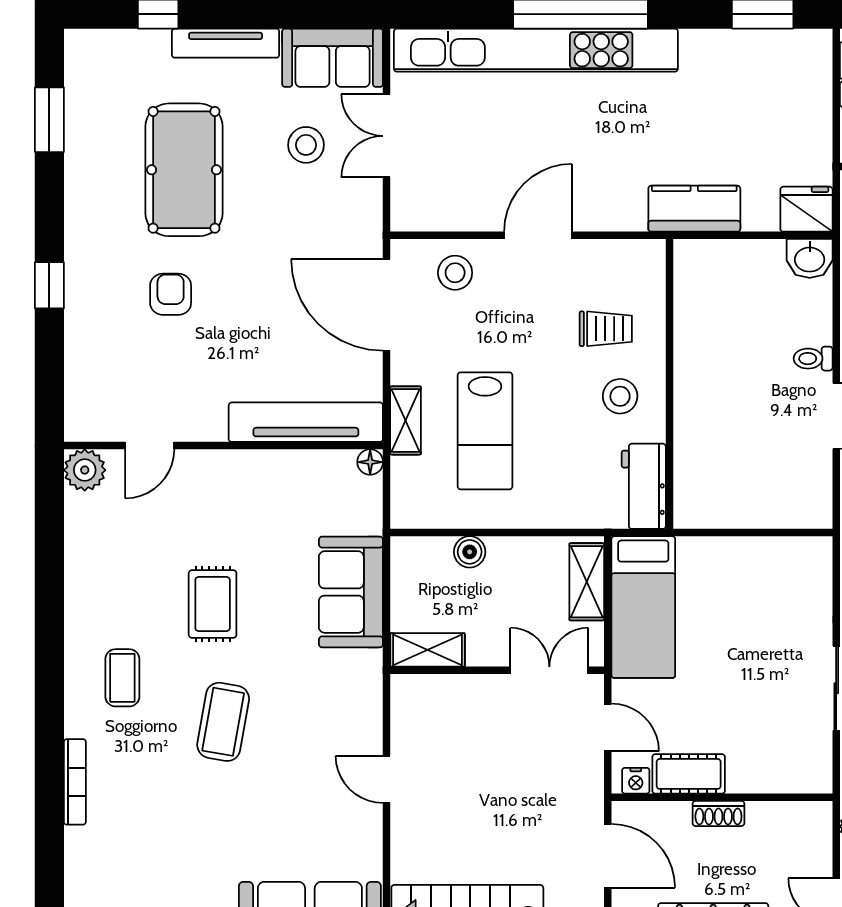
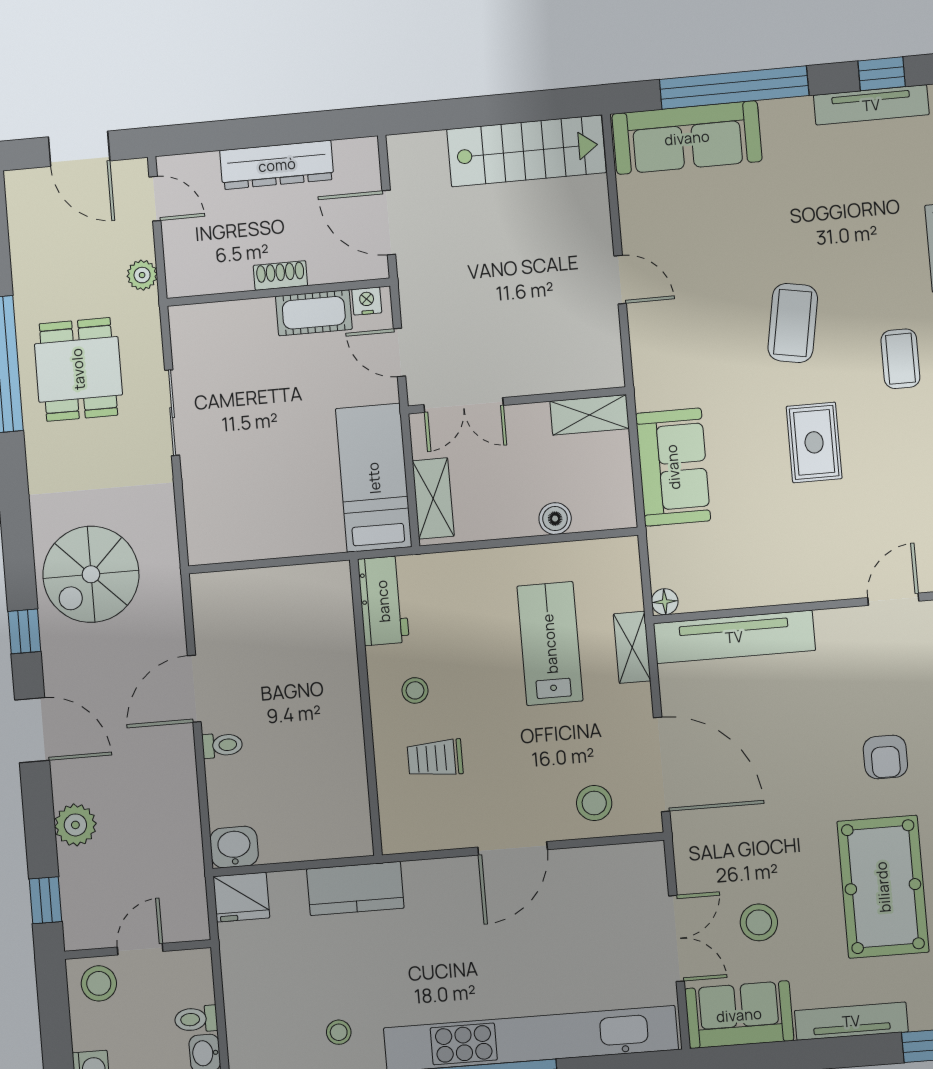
stool: (722, 71) -> (339, 1032), added
stool: (620, 396) -> (415, 690), width x0.73, depth x0.73

